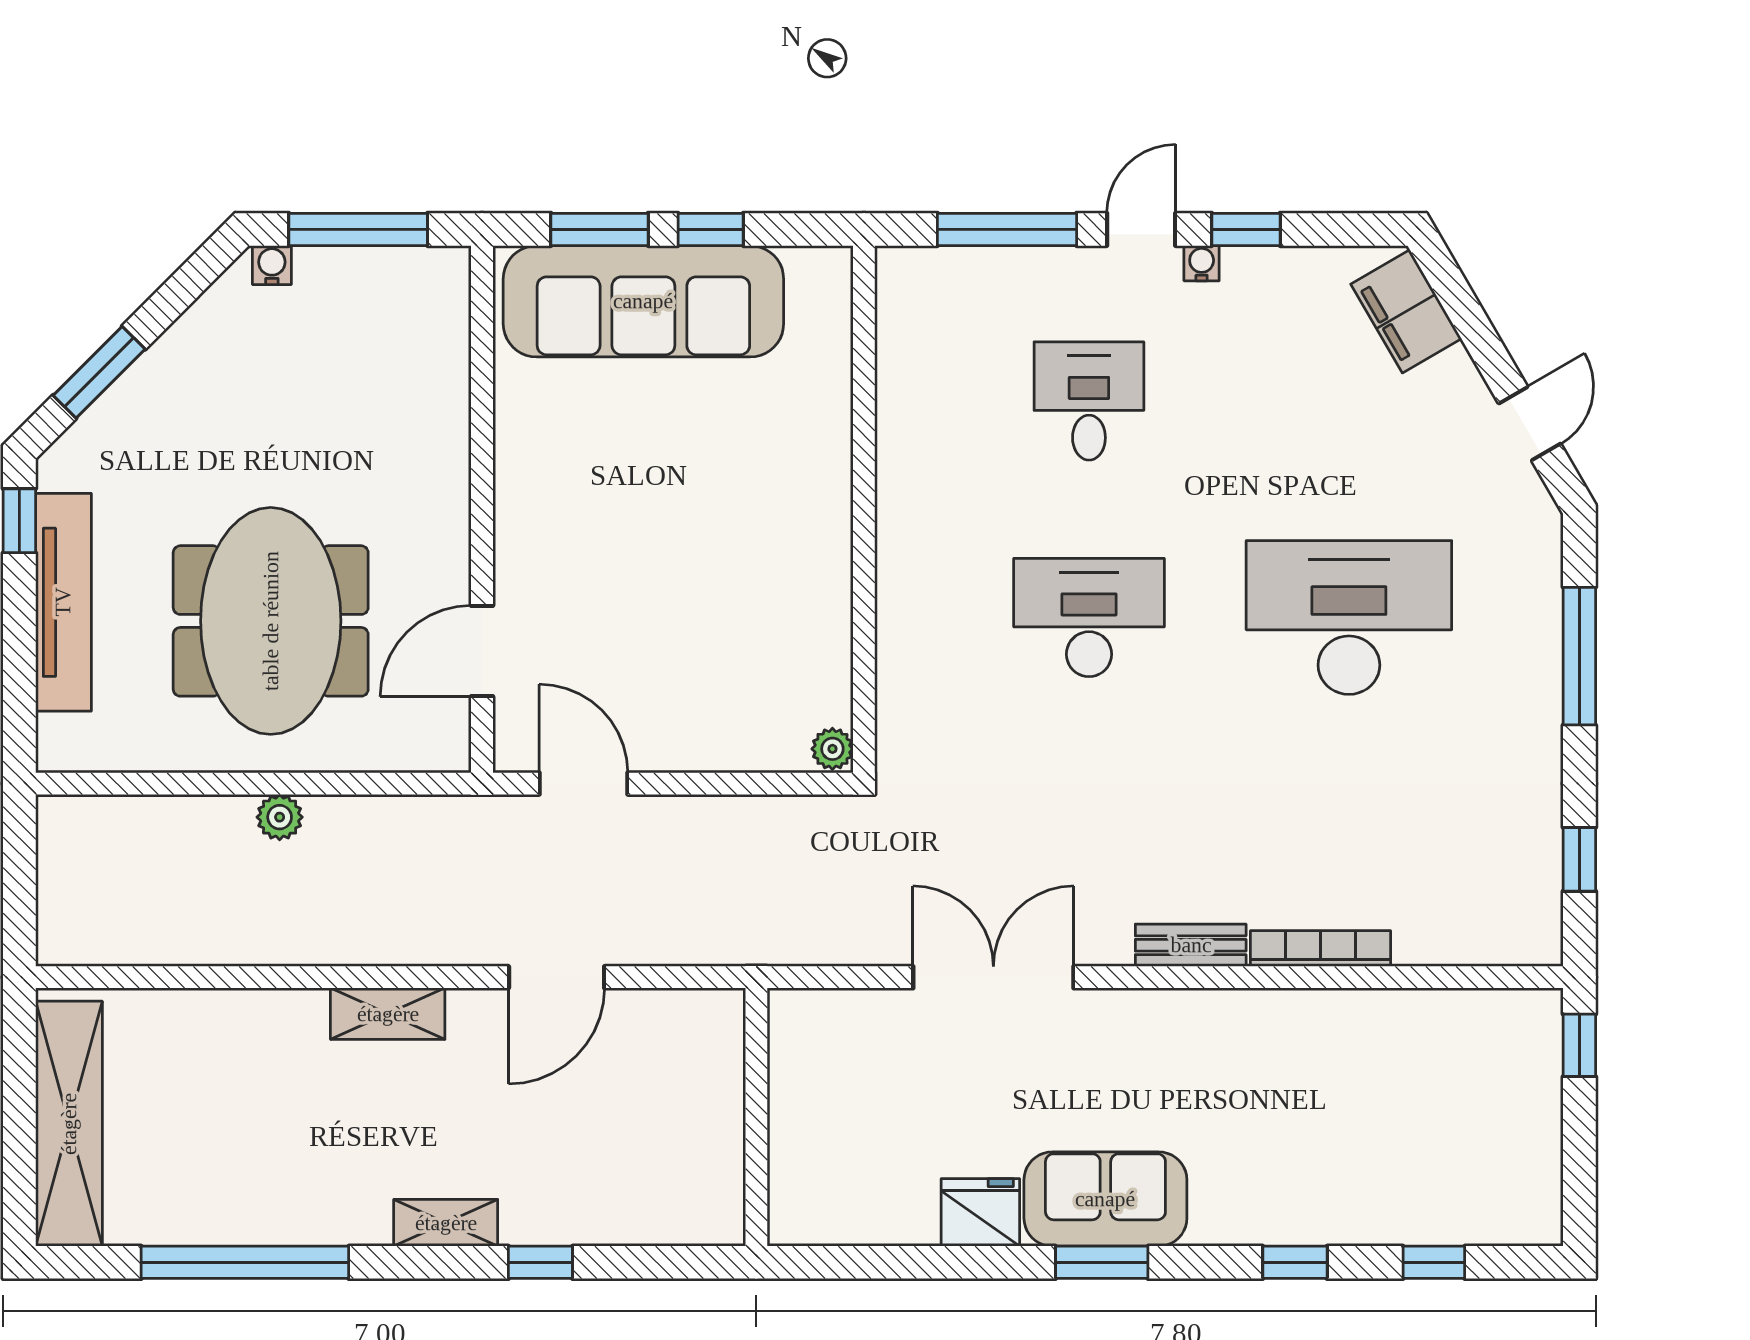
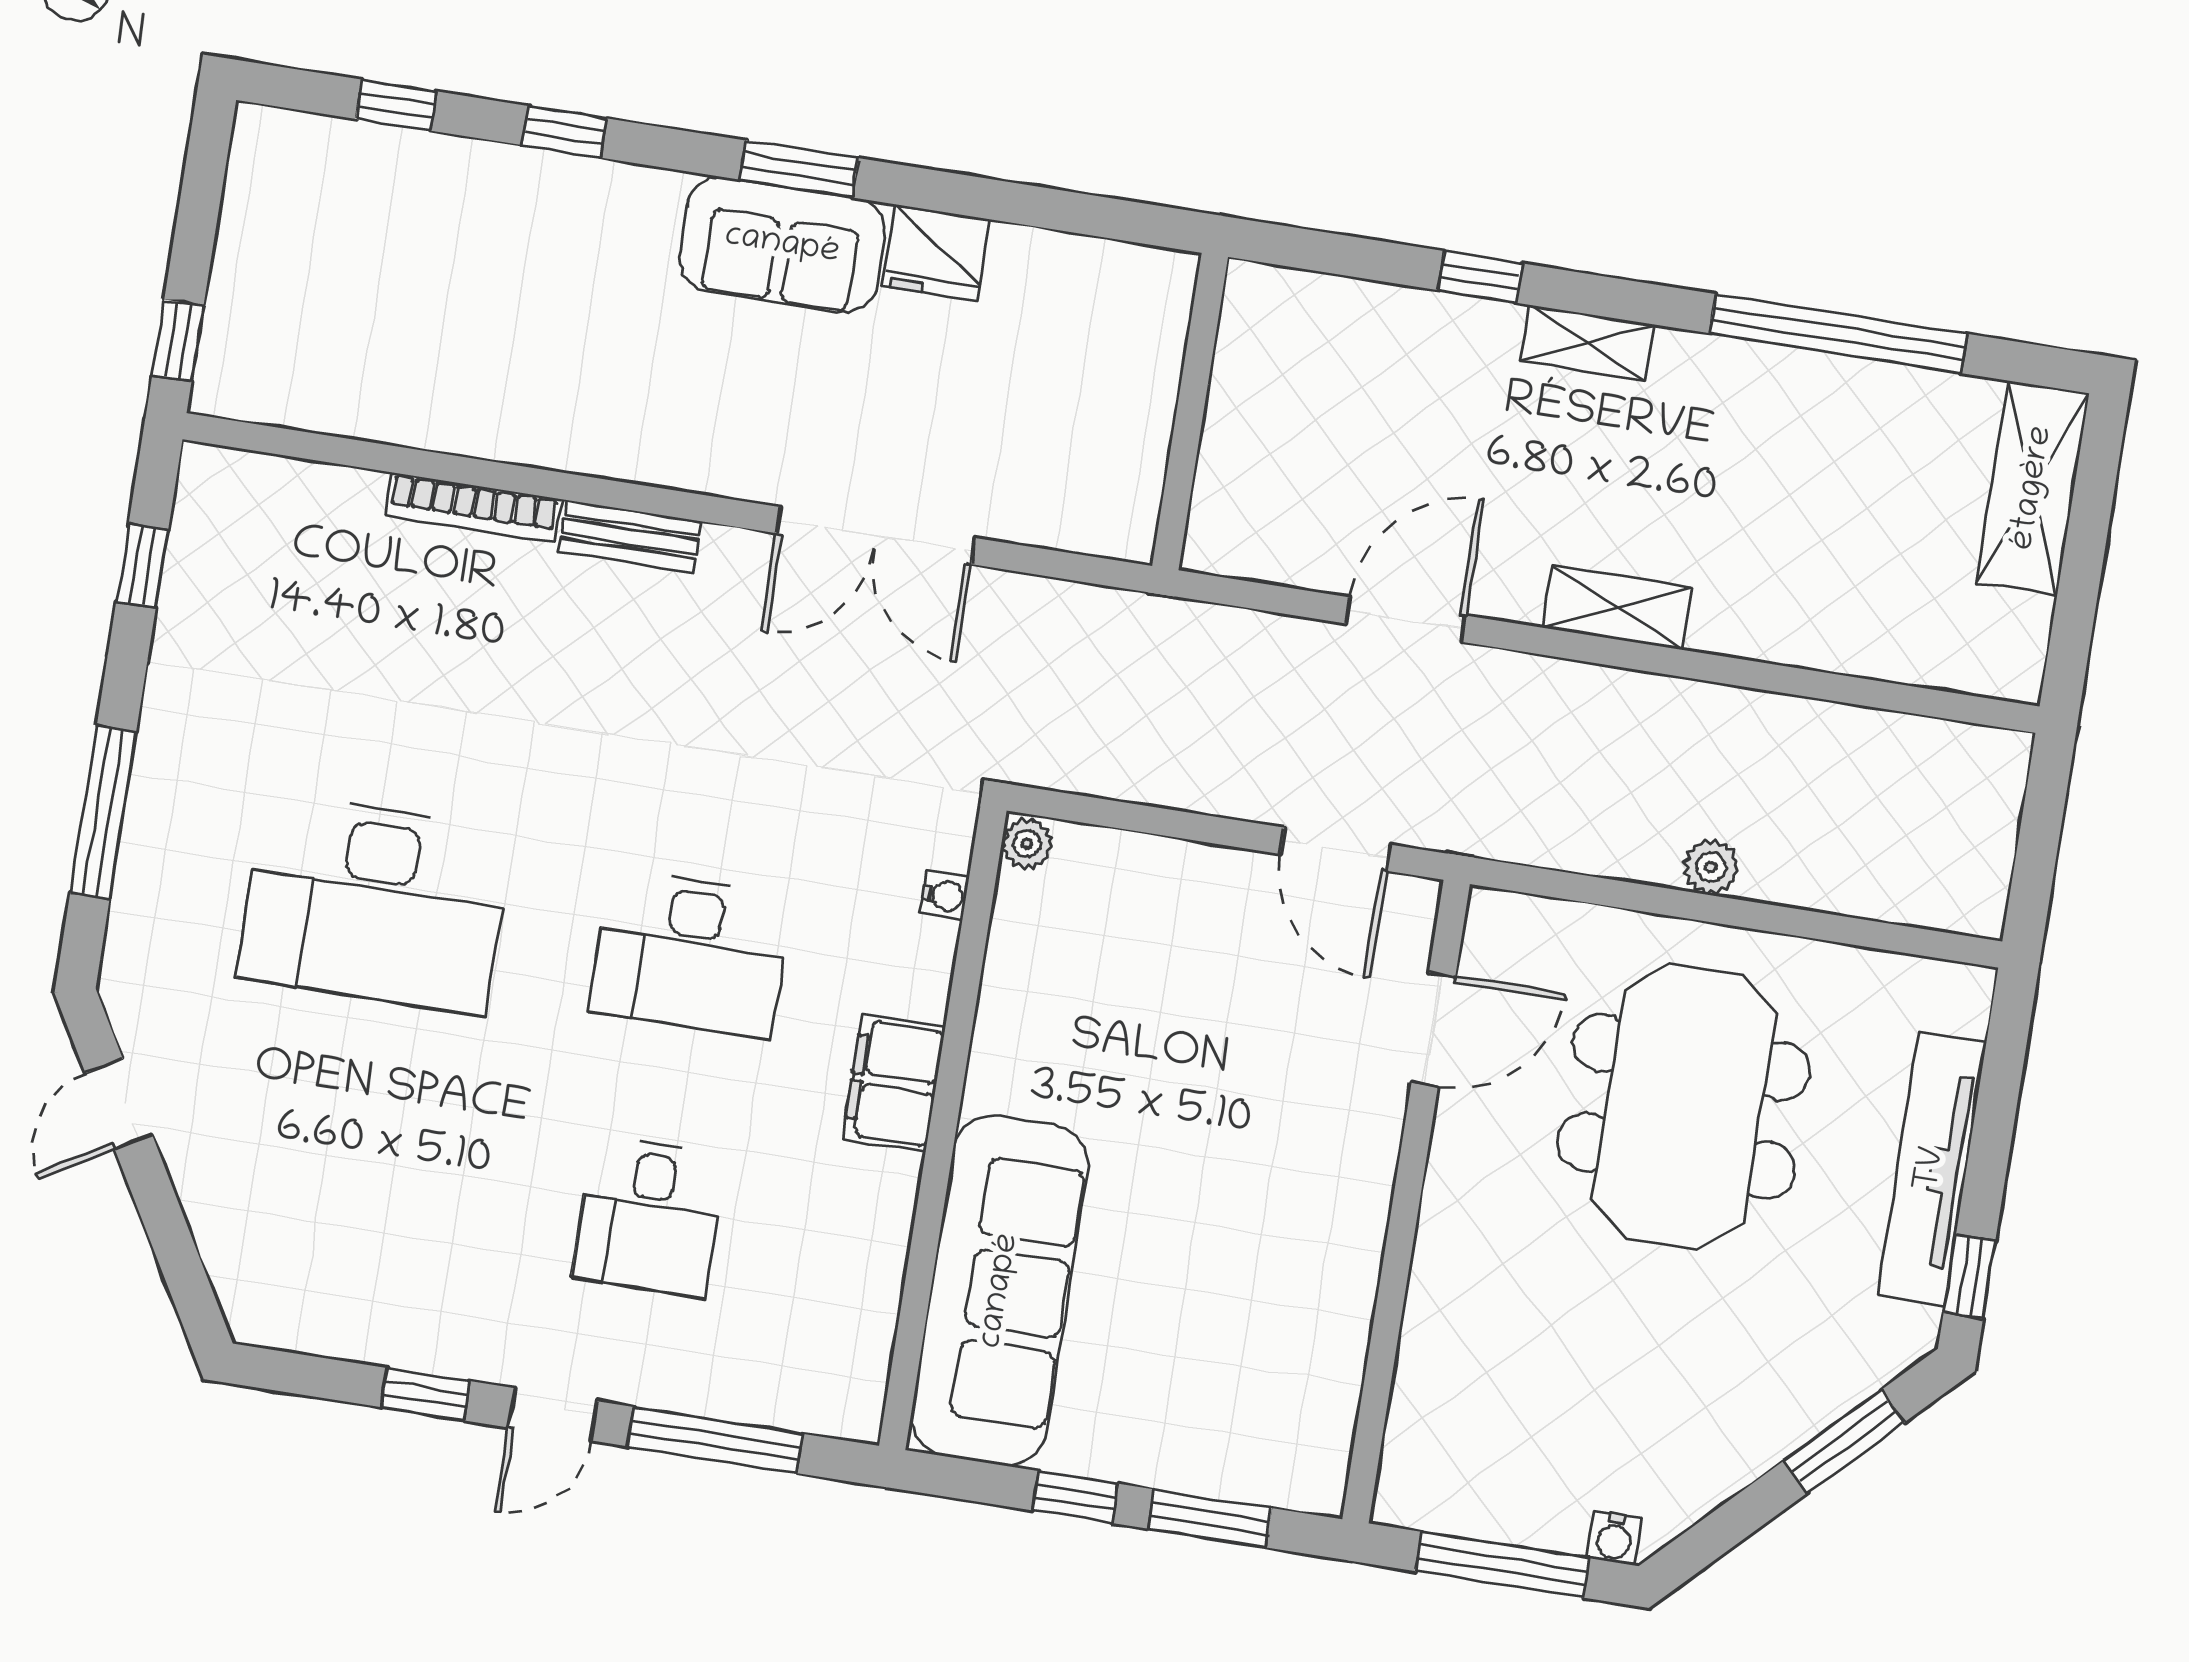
water cooler: (1202, 263) -> (944, 895), moved, turned -90
sofa: (643, 301) -> (1000, 1291), moved, turned 90
filing cabinet: (1406, 311) -> (894, 1083), moved, turned -150
shelving: (69, 1124) -> (2033, 488), width x0.68

